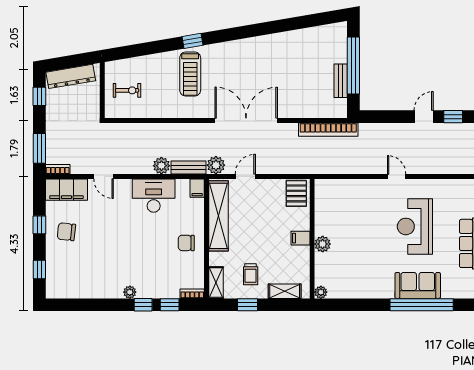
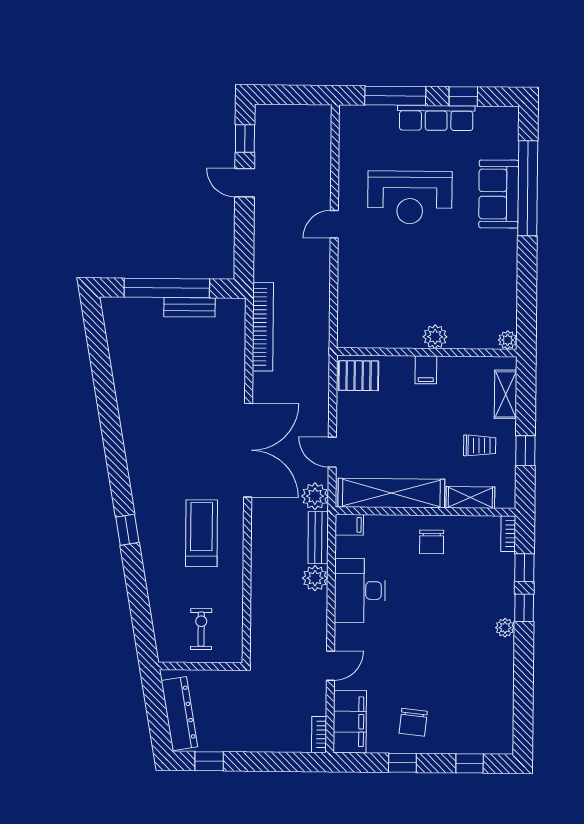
treadmill: (190, 74) -> (201, 533), moved, turned -90
double door: (246, 121) -> (248, 450), swing flipped
window: (39, 148) -> (287, 762), removed
shelving: (216, 283) -> (470, 497), moved

